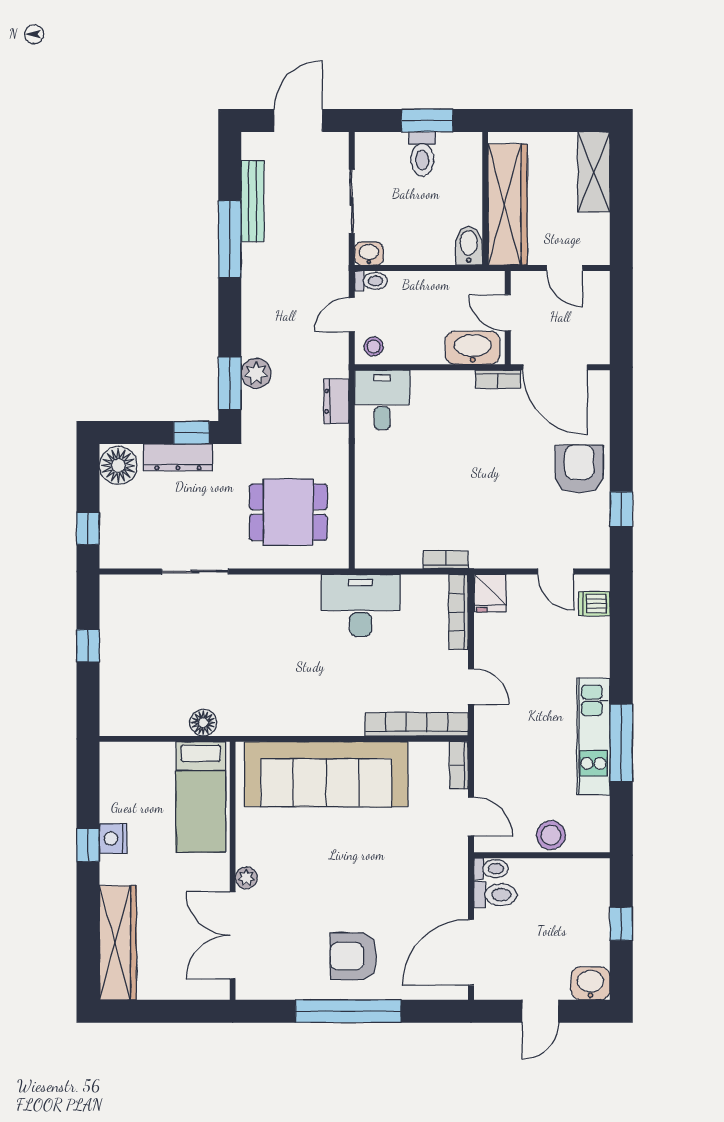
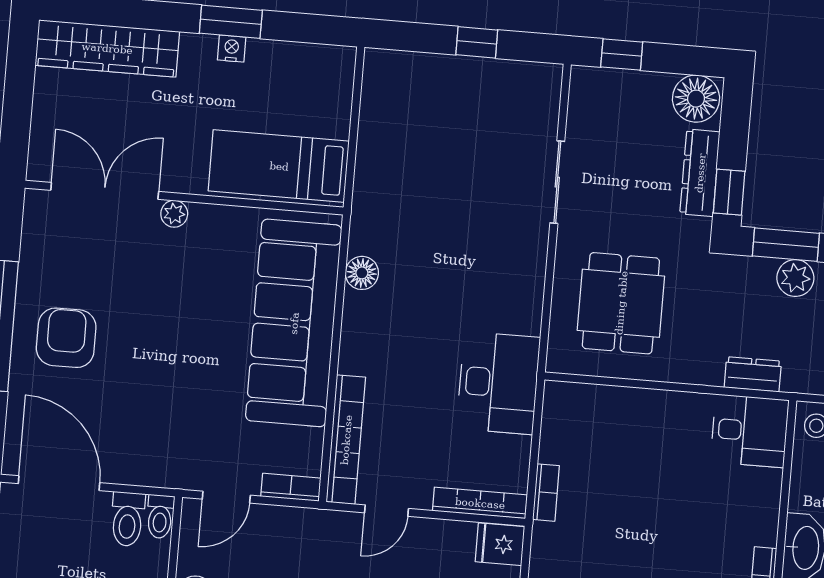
floor lamp: (203, 723) -> (362, 273), moved
nightstand: (113, 839) -> (232, 49), width x0.72, depth x0.74
window: (88, 845) -> (231, 22), width x1.50

